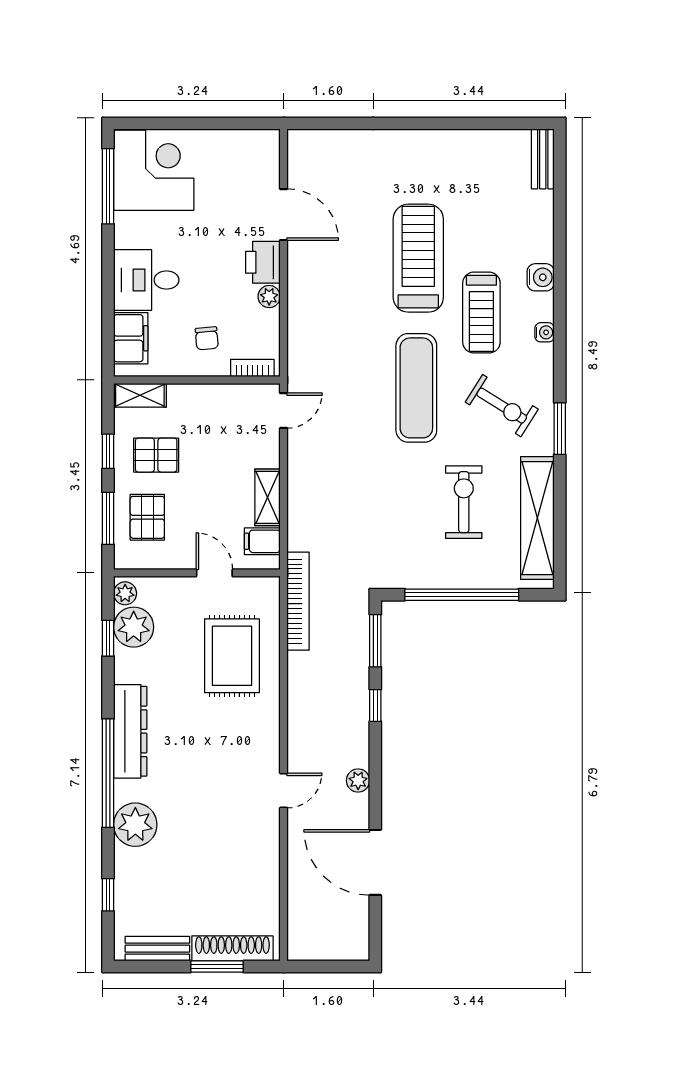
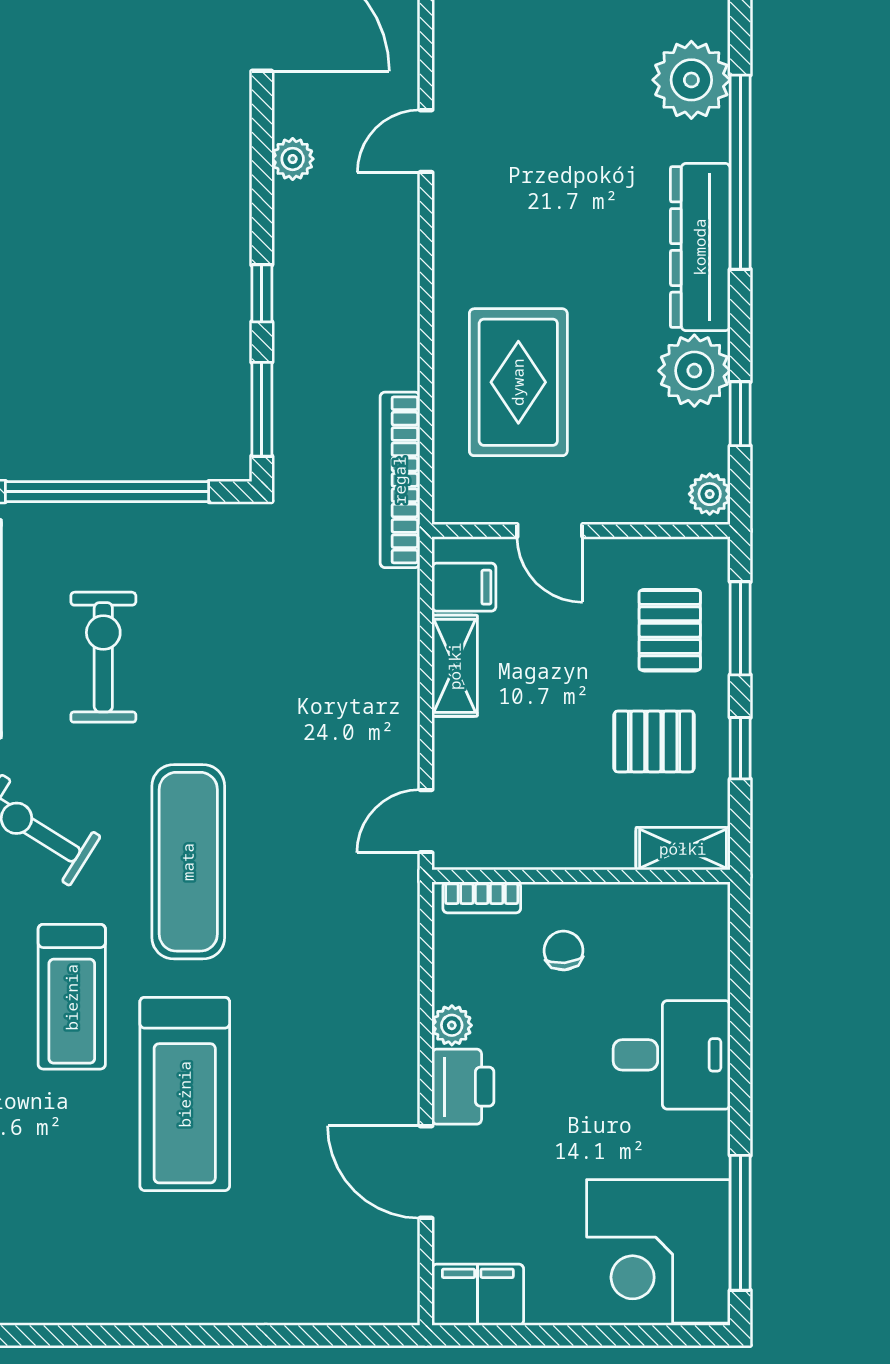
treadmill: (481, 313) -> (72, 997), turned 180
filing cabinet: (131, 338) -> (478, 1295), moved, turned 90
exercise bike: (464, 502) -> (103, 657), turned 180
plant: (134, 627) -> (694, 371), moved

